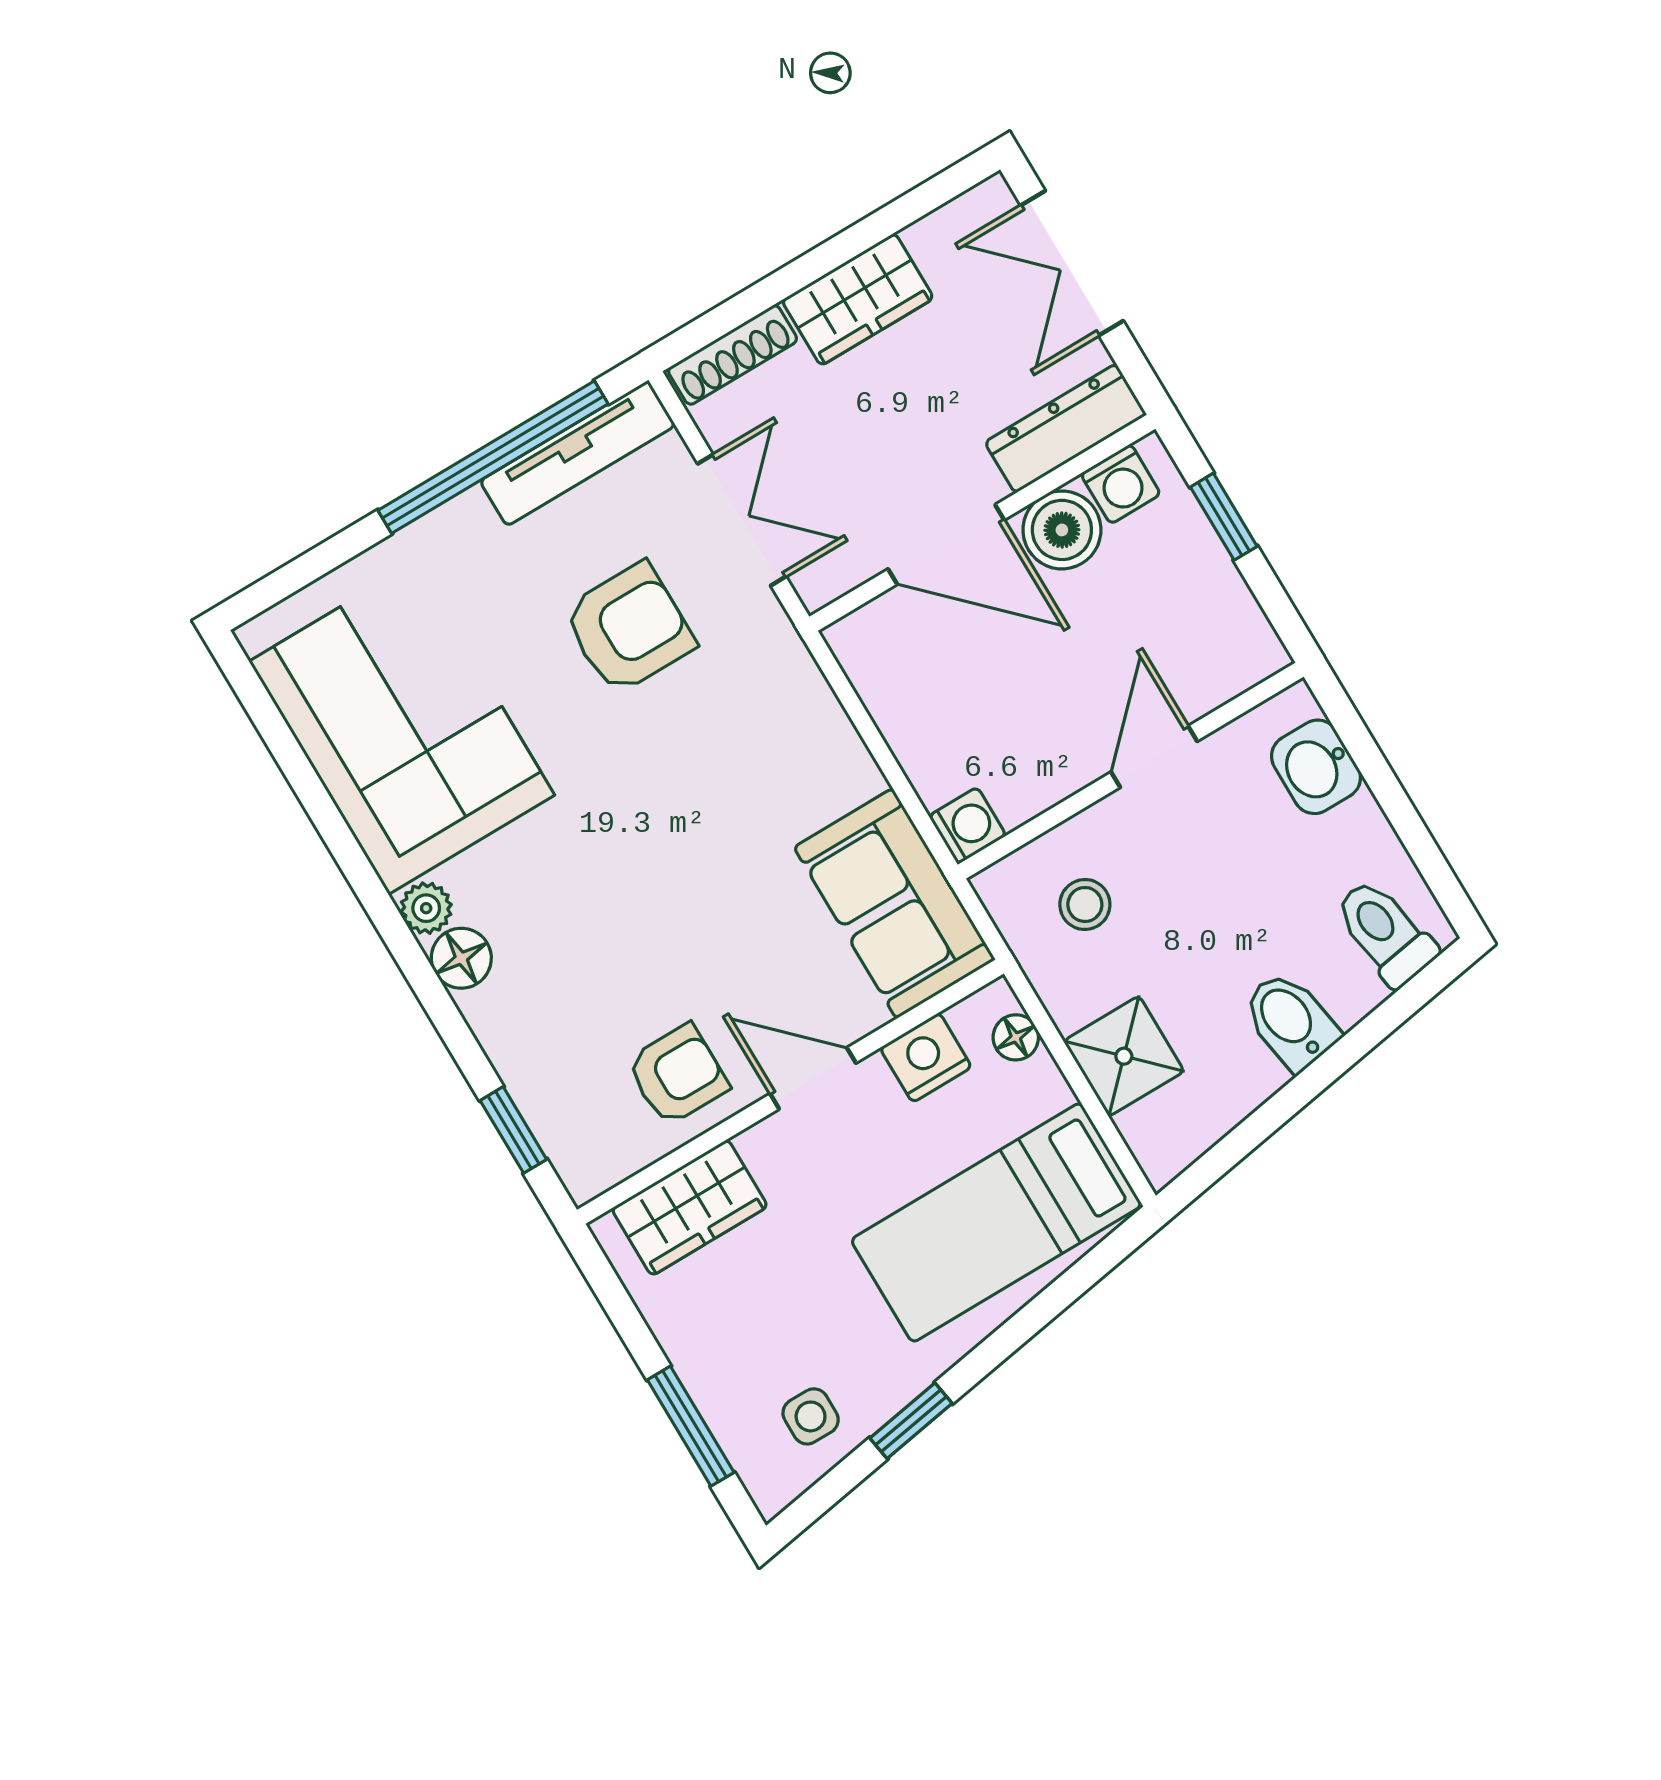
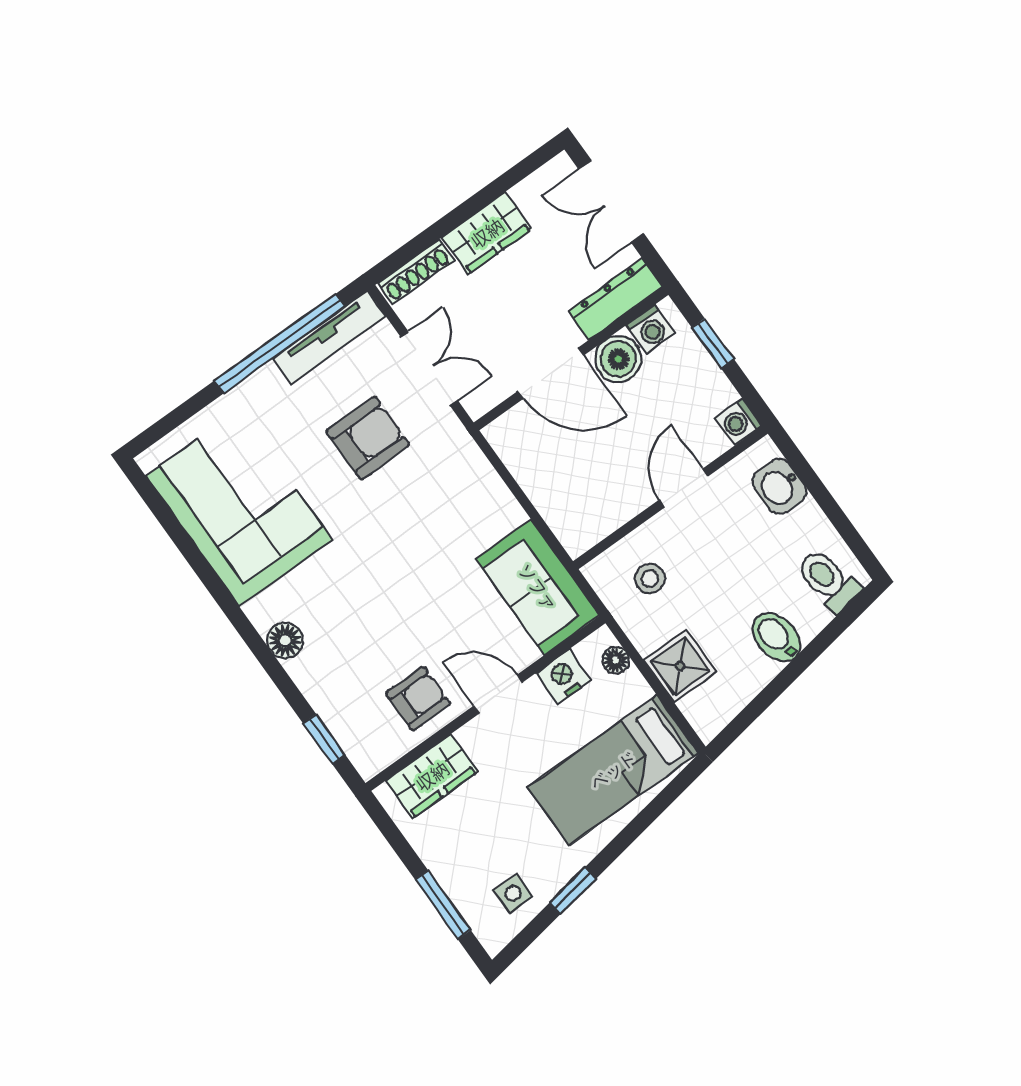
washing machine: (968, 826) -> (739, 422), moved, turned 180
plant: (426, 908) -> (262, 613), removed

